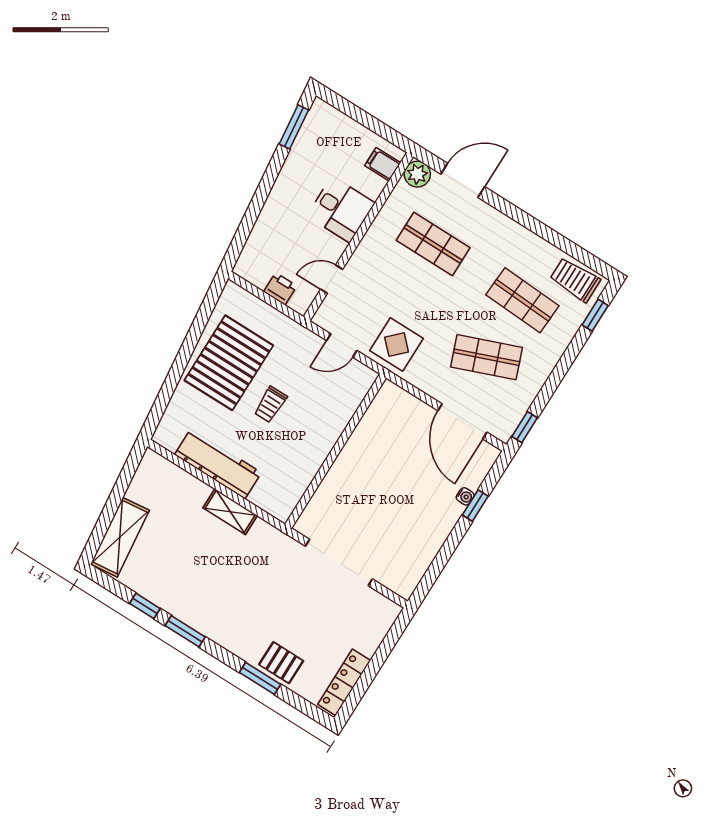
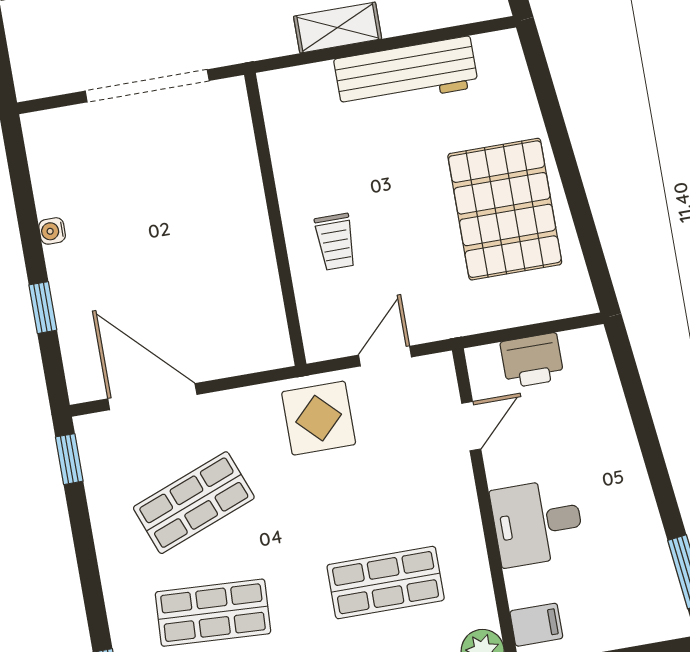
printer: (280, 289) -> (532, 361), width x1.36, depth x1.24
trolley: (271, 405) -> (336, 242), moved, turned 180
water cooler: (465, 496) -> (52, 231), moved

